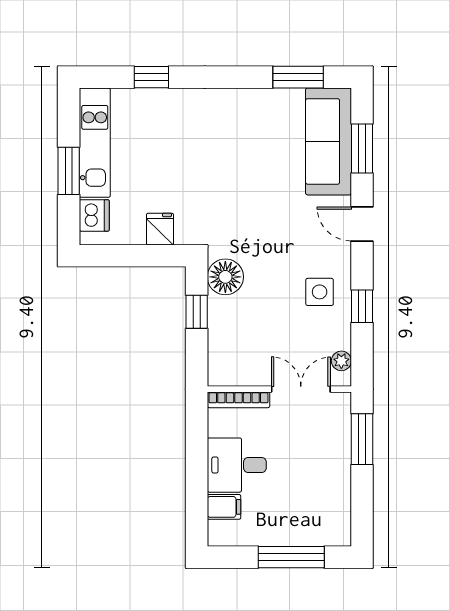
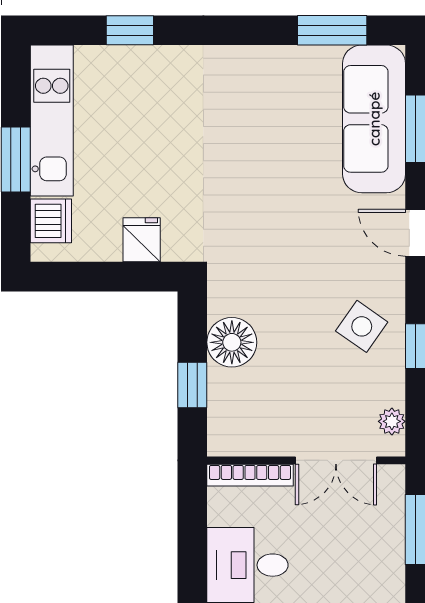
floor lamp: (225, 277) -> (232, 342), moved
side table: (320, 292) -> (362, 326), turned 35
window: (197, 312) -> (192, 385), moved
double door: (301, 389) -> (336, 460), swing flipped

